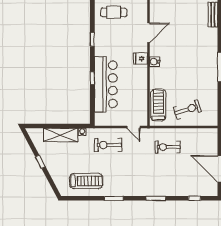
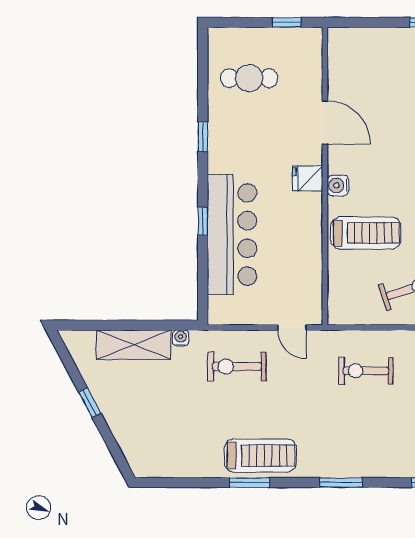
door: (149, 33) -> (325, 123), hinge flipped
treadmill: (158, 105) -> (366, 233), moved, turned 90
treadmill: (86, 181) -> (260, 456), moved

